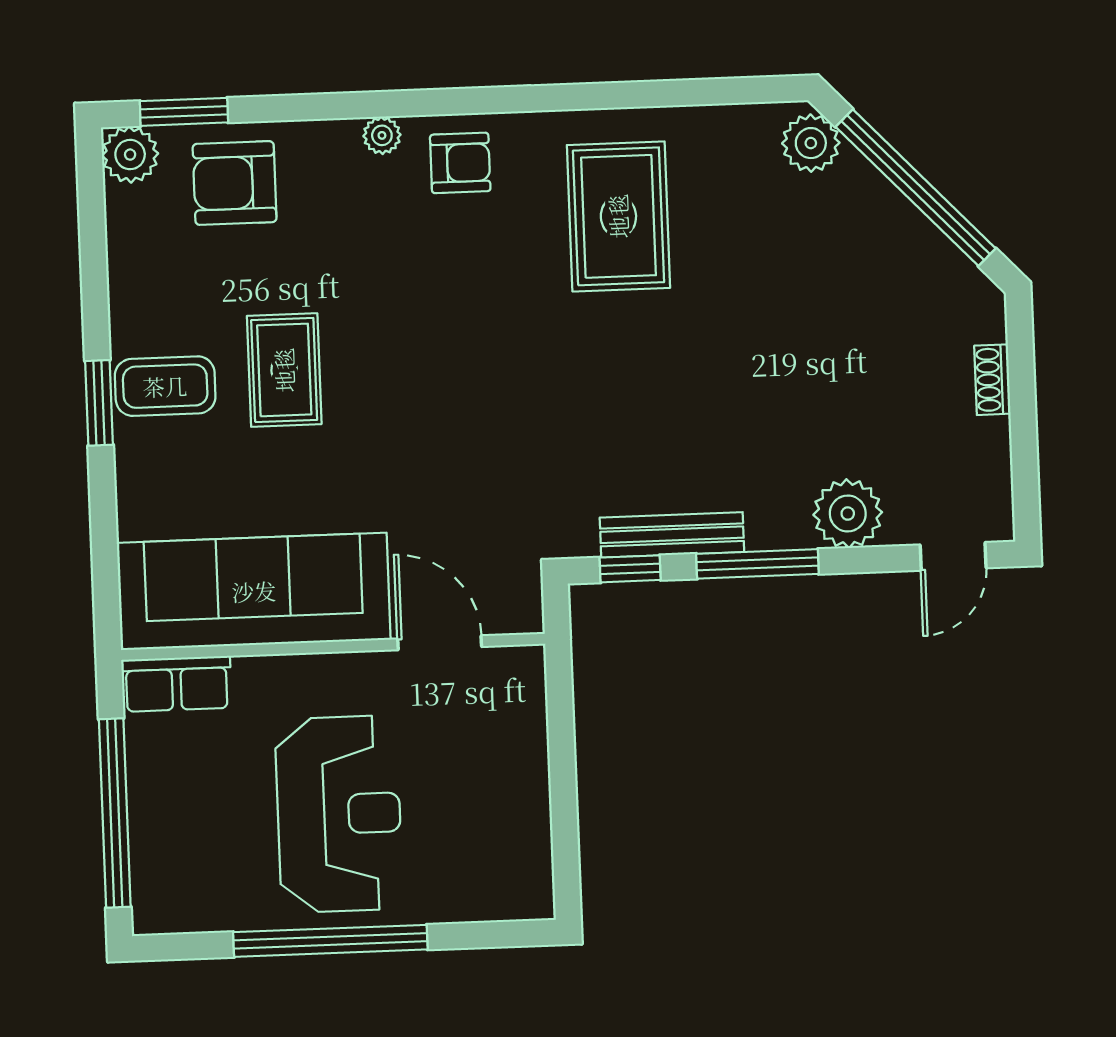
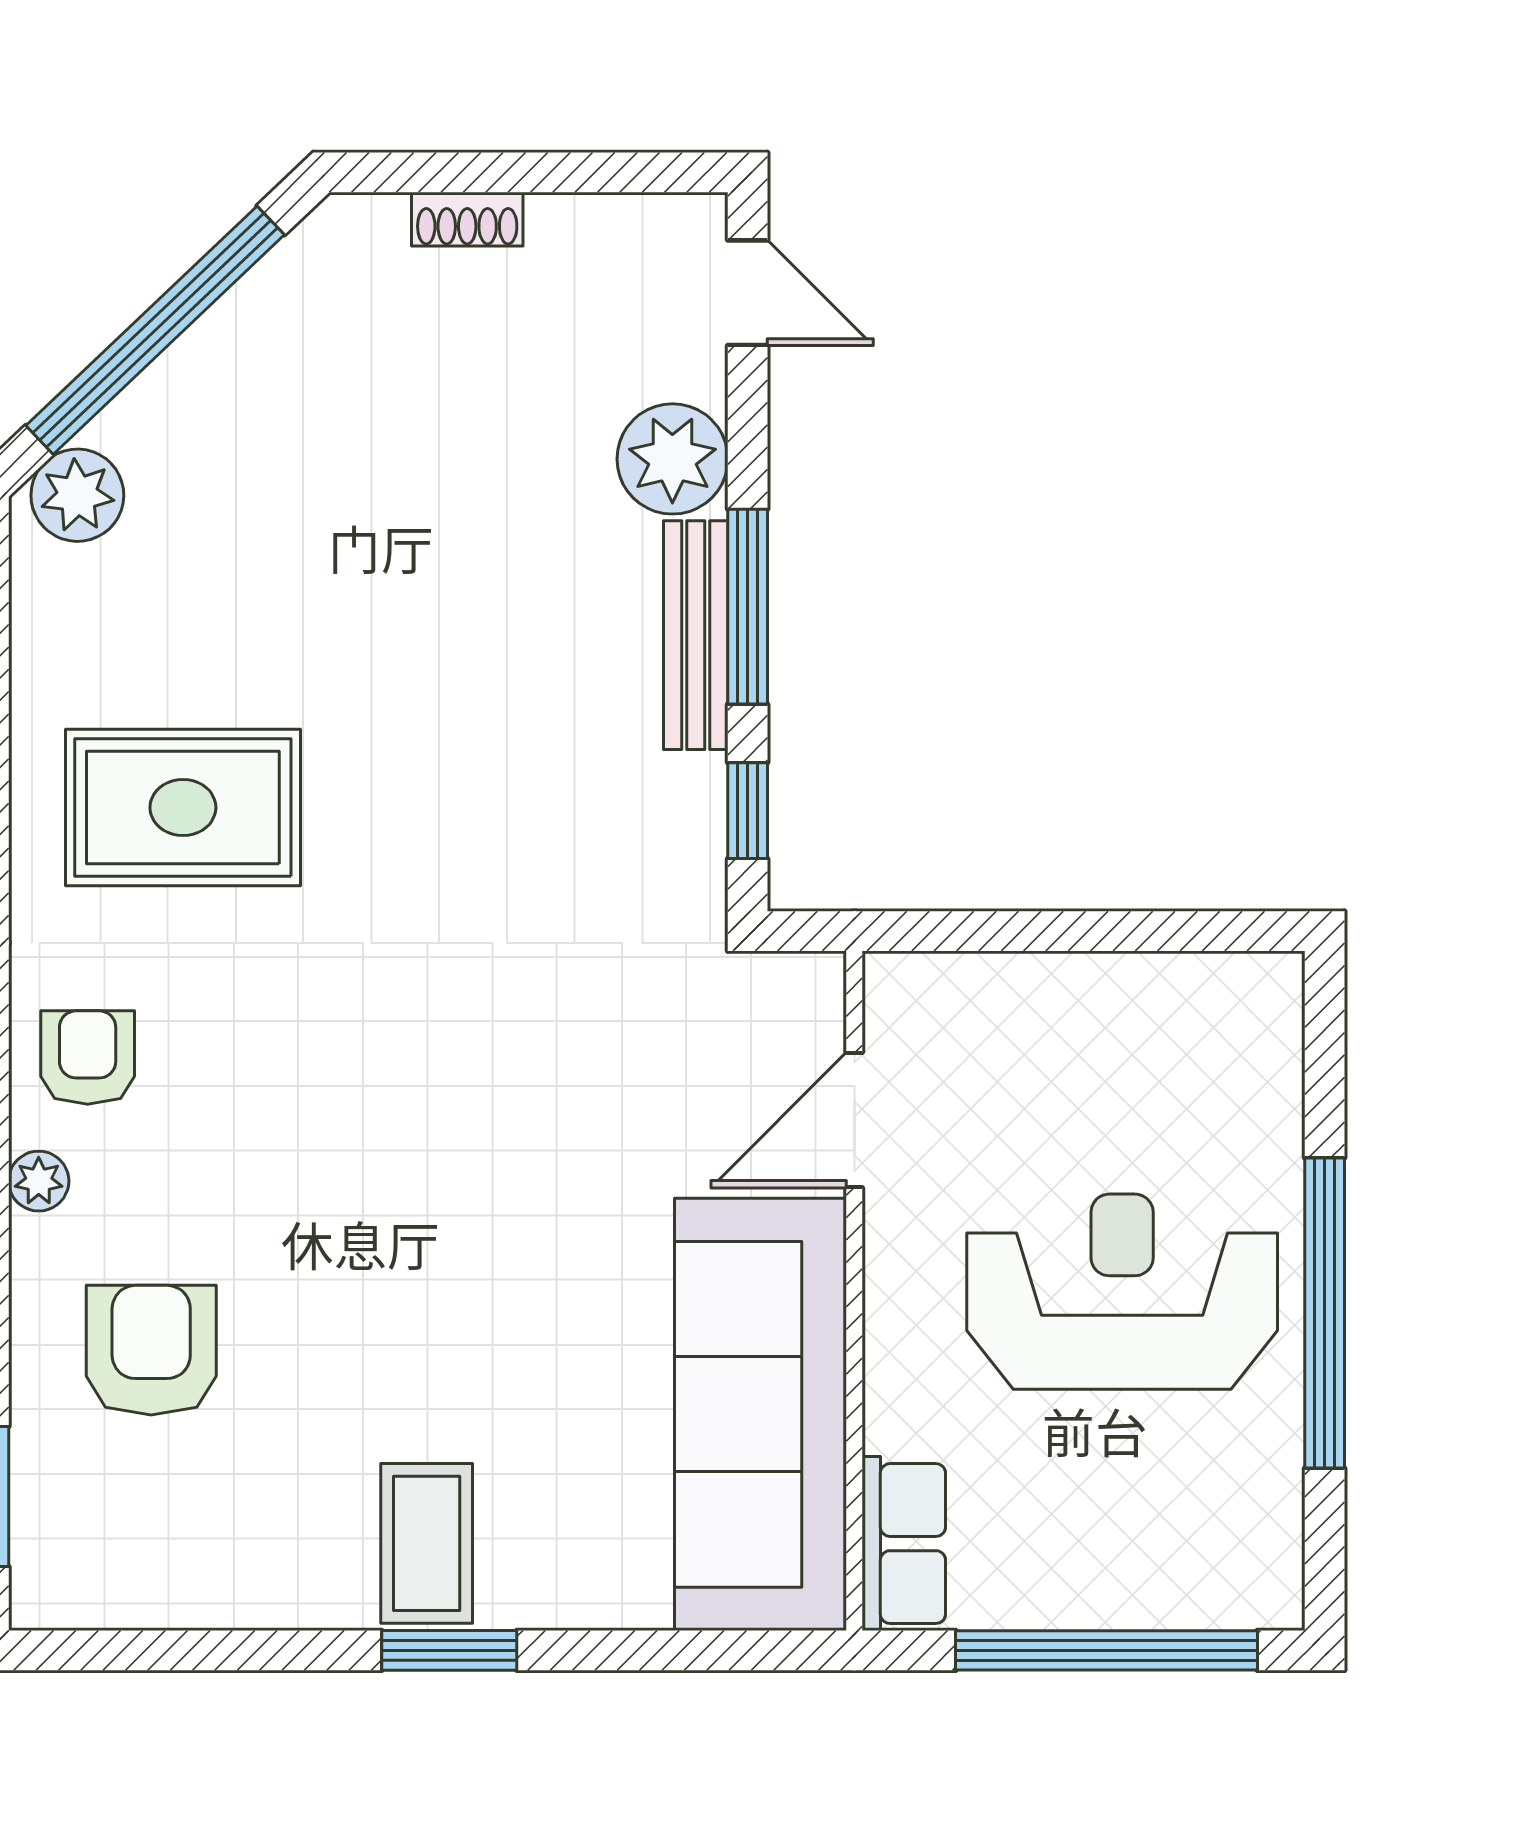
plant: (130, 155) -> (54, 1585), removed
armchair: (235, 183) -> (151, 1350), moved, turned 180
rug: (284, 370) -> (408, 1352), removed
bench: (672, 535) -> (696, 635), moved

